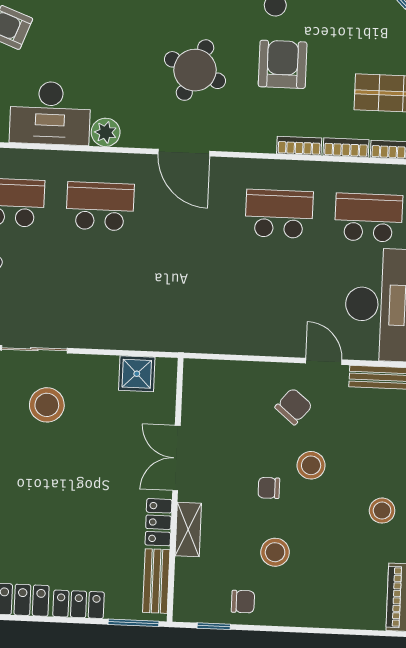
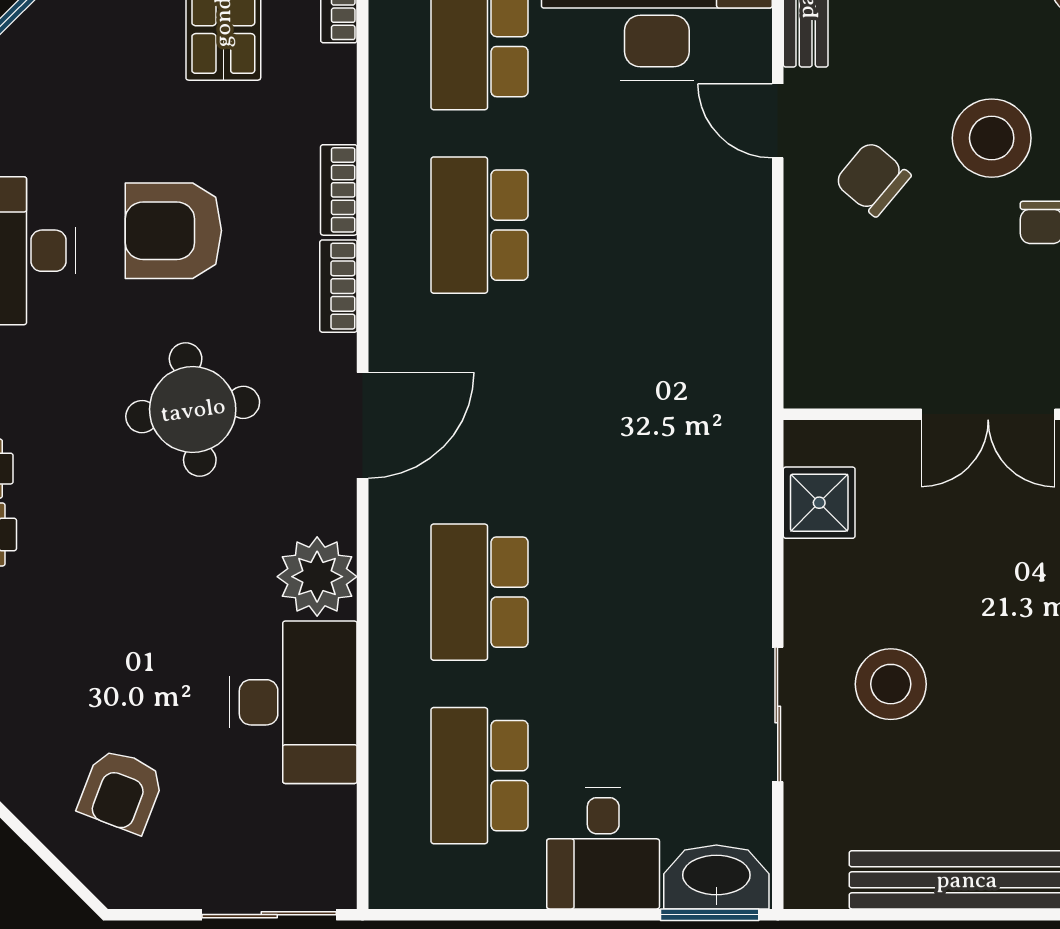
round table: (195, 70) -> (193, 410), turned -31
plant: (106, 132) -> (317, 577), width x1.36, depth x1.36
bookcase: (346, 148) -> (338, 286), moved
door: (324, 361) -> (778, 121), hinge flipped
stool: (311, 465) -> (992, 138), width x1.38, depth x1.38

